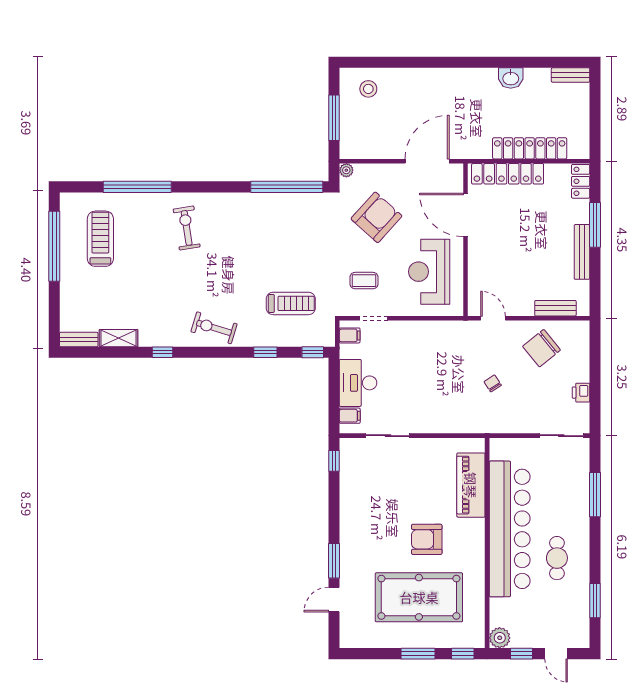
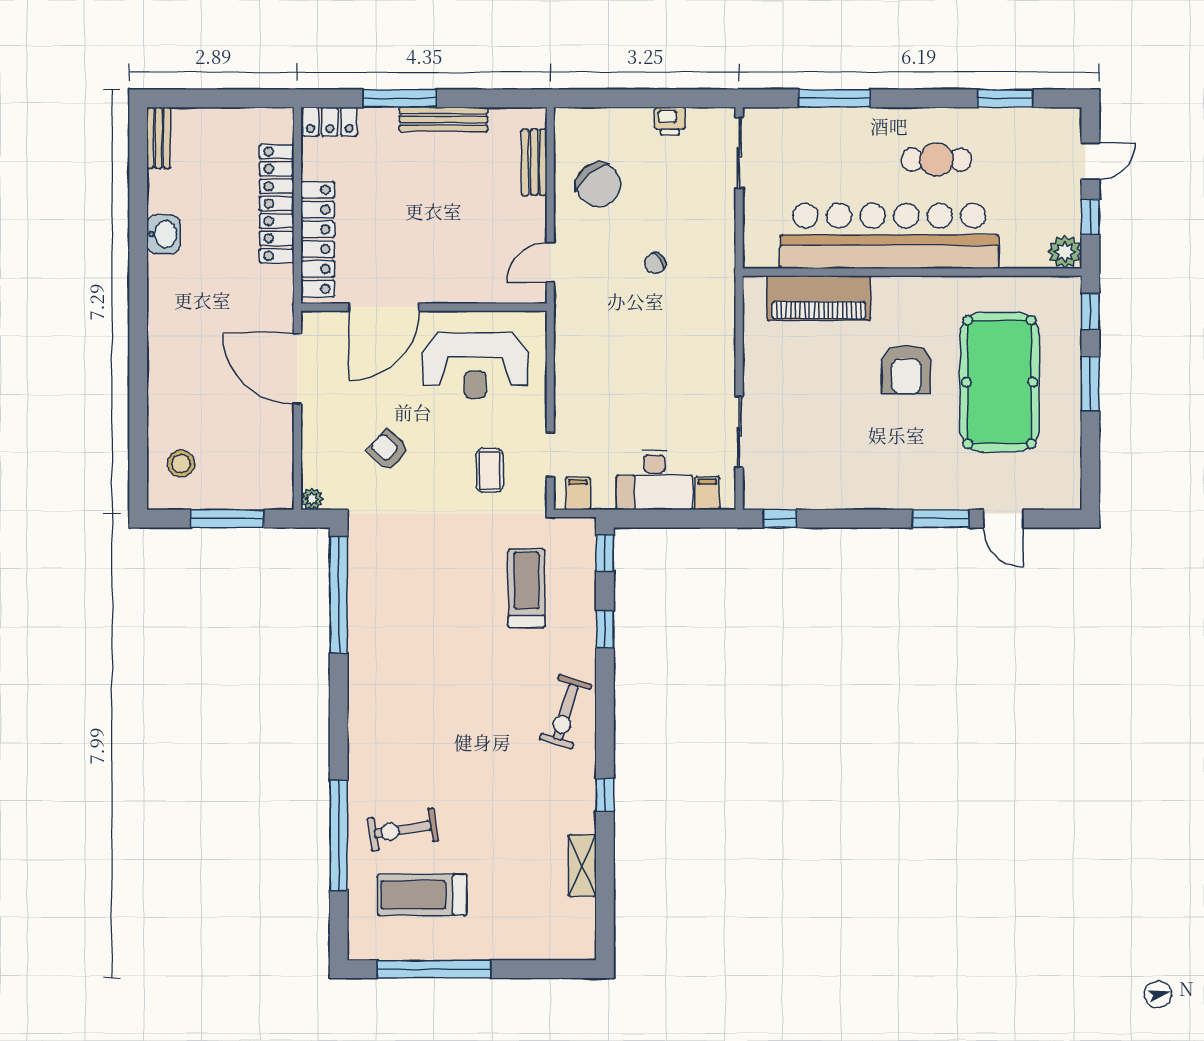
armchair: (376, 217) -> (388, 450), width x0.53, depth x0.53
exercise bike: (187, 228) -> (403, 830), moved
bench: (79, 339) -> (584, 930), removed

